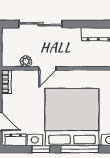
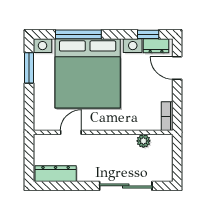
door: (47, 68) -> (71, 132), moved
window: (41, 149) -> (148, 34), moved

